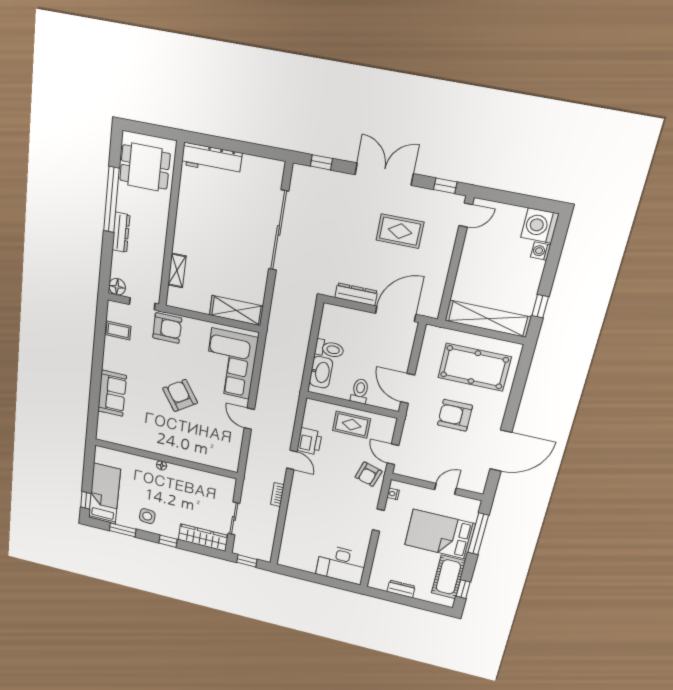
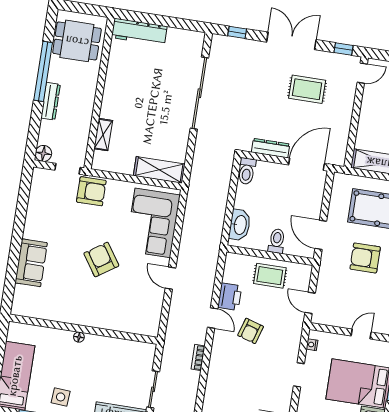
coffee table: (118, 331) -> (42, 197), removed
toilet: (329, 349) -> (247, 171), moved, turned 90
armchair: (368, 474) -> (251, 331), moved

